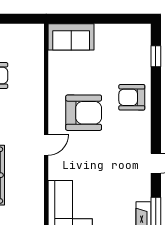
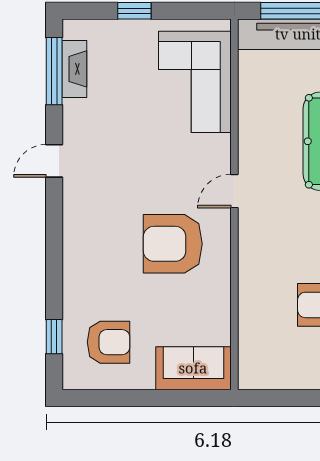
armchair: (132, 97) -> (108, 342), moved

